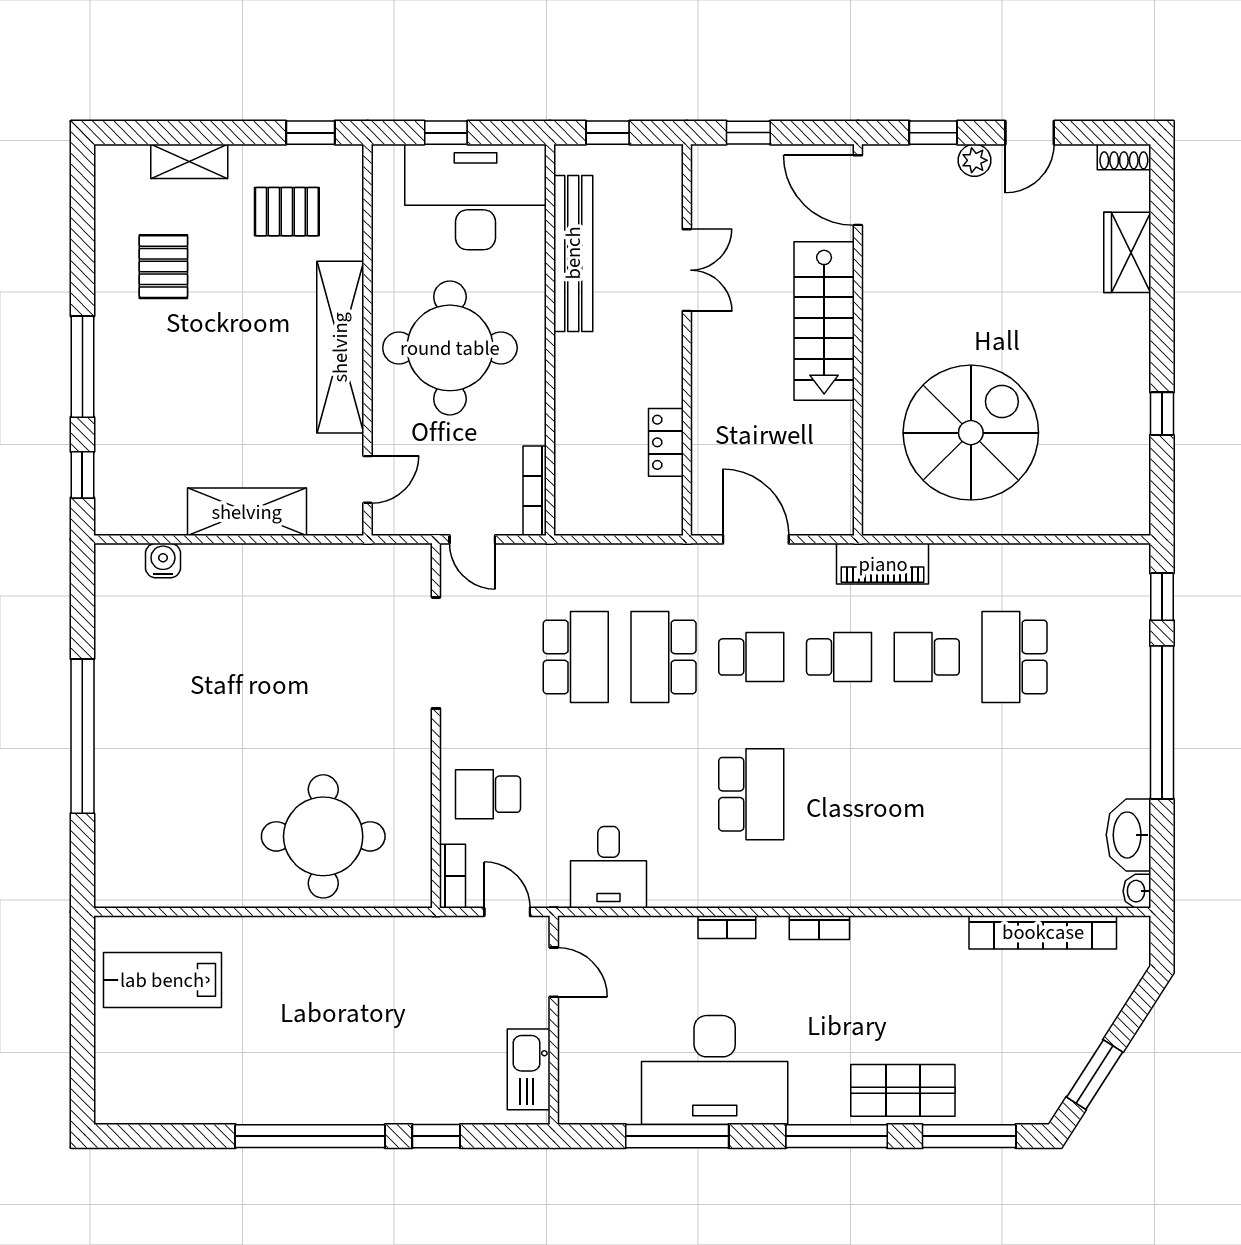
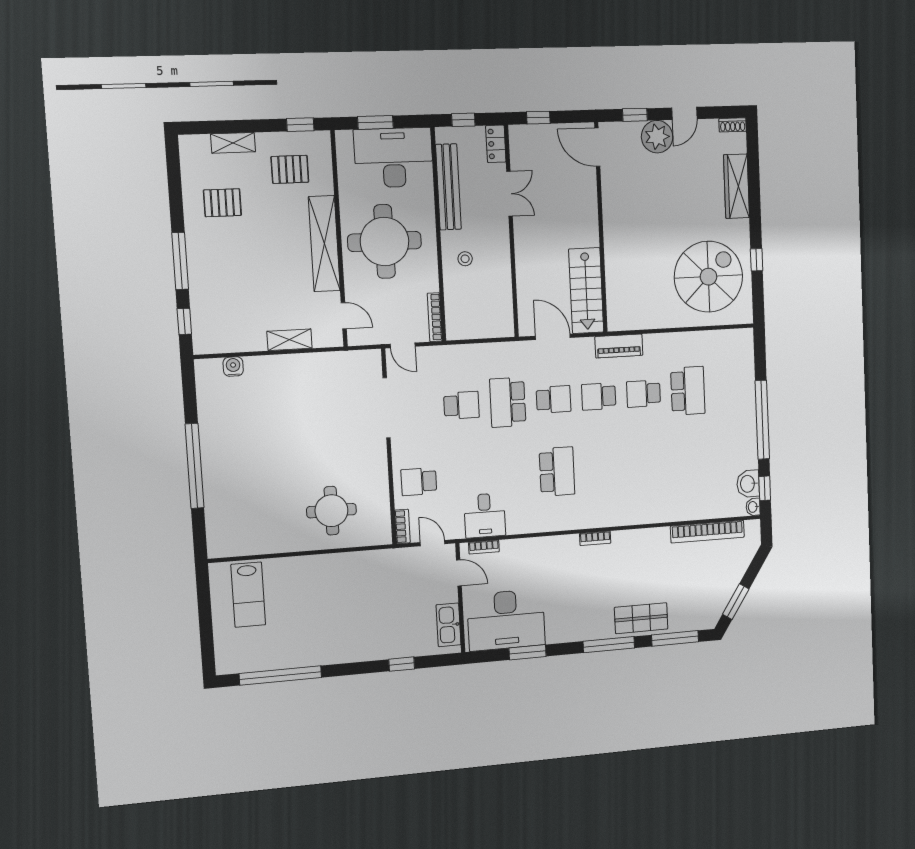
window: (446, 133) -> (375, 122), width x1.50
plant: (975, 160) -> (657, 137), width x1.88, depth x1.88
wardrobe: (1127, 252) -> (737, 186), width x1.50
pallet: (163, 267) -> (222, 203), turned 90
stairs: (824, 321) -> (586, 291), moved
stool: (597, 386) -> (465, 259), added
spiral stairs: (971, 433) -> (708, 277), moved
locker: (666, 442) -> (496, 144), moved
door: (368, 479) -> (344, 316), hinge flipped
shelving: (247, 512) -> (290, 340), width x0.67, depth x0.75
window: (1162, 597) -> (765, 488), moved
school desk: (576, 657) -> (461, 405), width x0.54
school desk: (839, 657) -> (599, 396), turned 180
school desk: (1015, 657) -> (688, 391), turned 180
washbasin: (1128, 835) -> (748, 484), width x0.72
round table: (323, 836) -> (331, 511), width x0.73, depth x0.73
bookcase: (727, 927) -> (484, 547), moved
lab bench: (162, 980) -> (248, 595), turned -90
desk: (715, 1070) -> (506, 620), moved
window: (310, 1136) -> (280, 675), moved
window: (677, 1136) -> (528, 652), width x0.69

